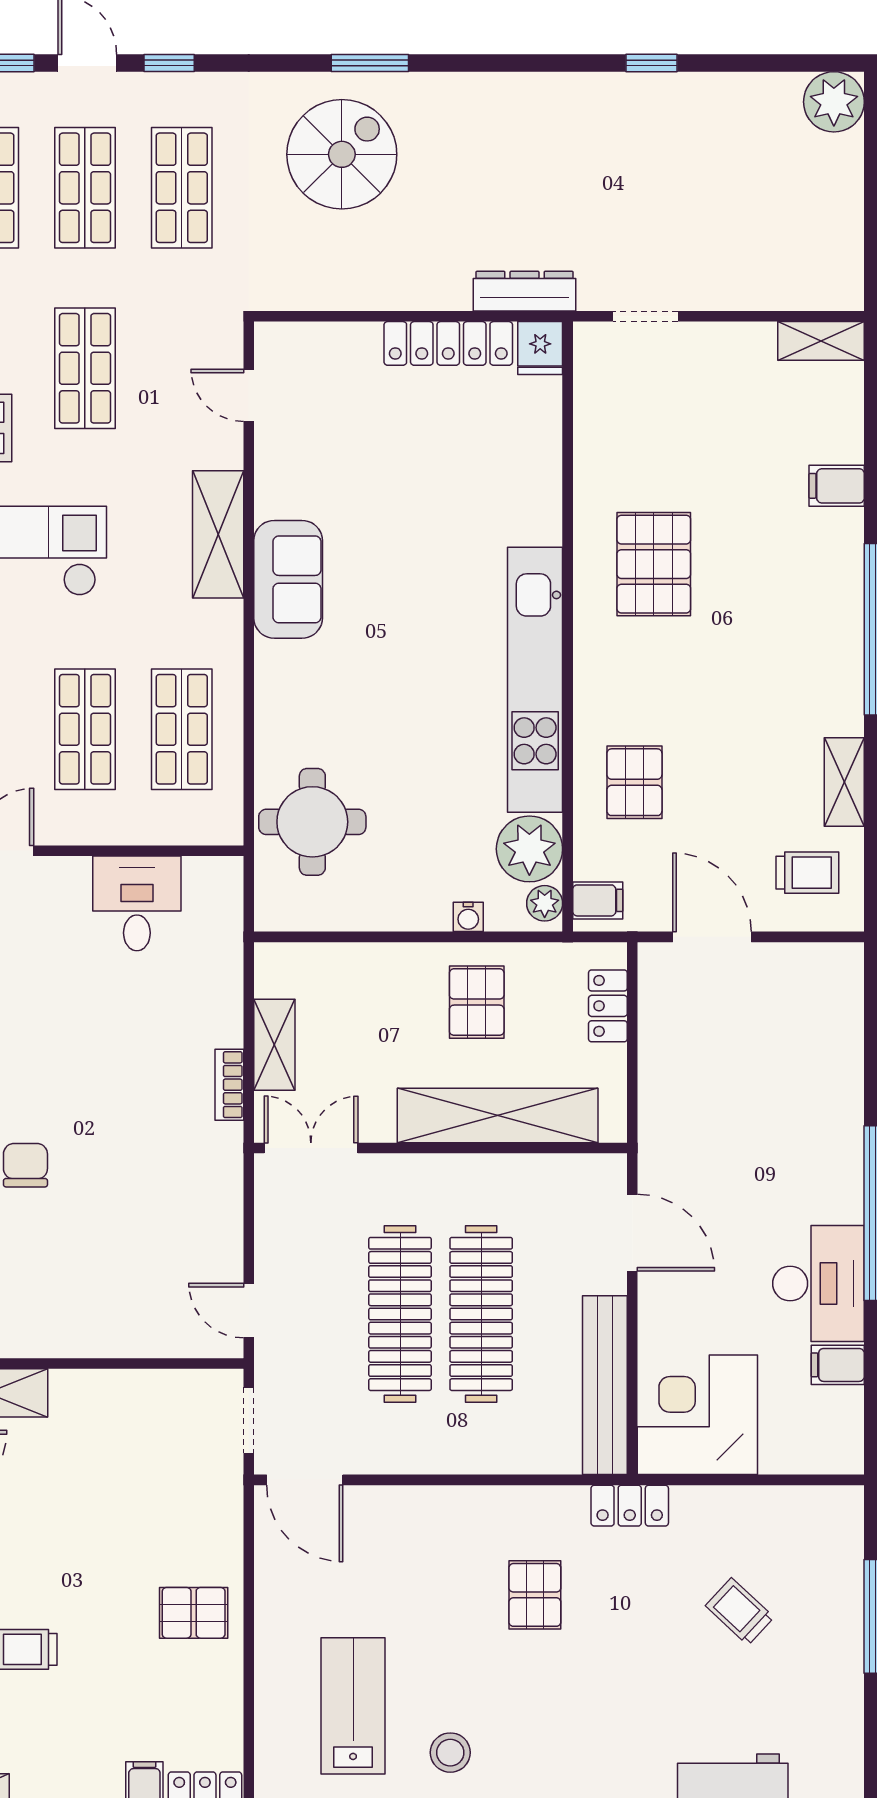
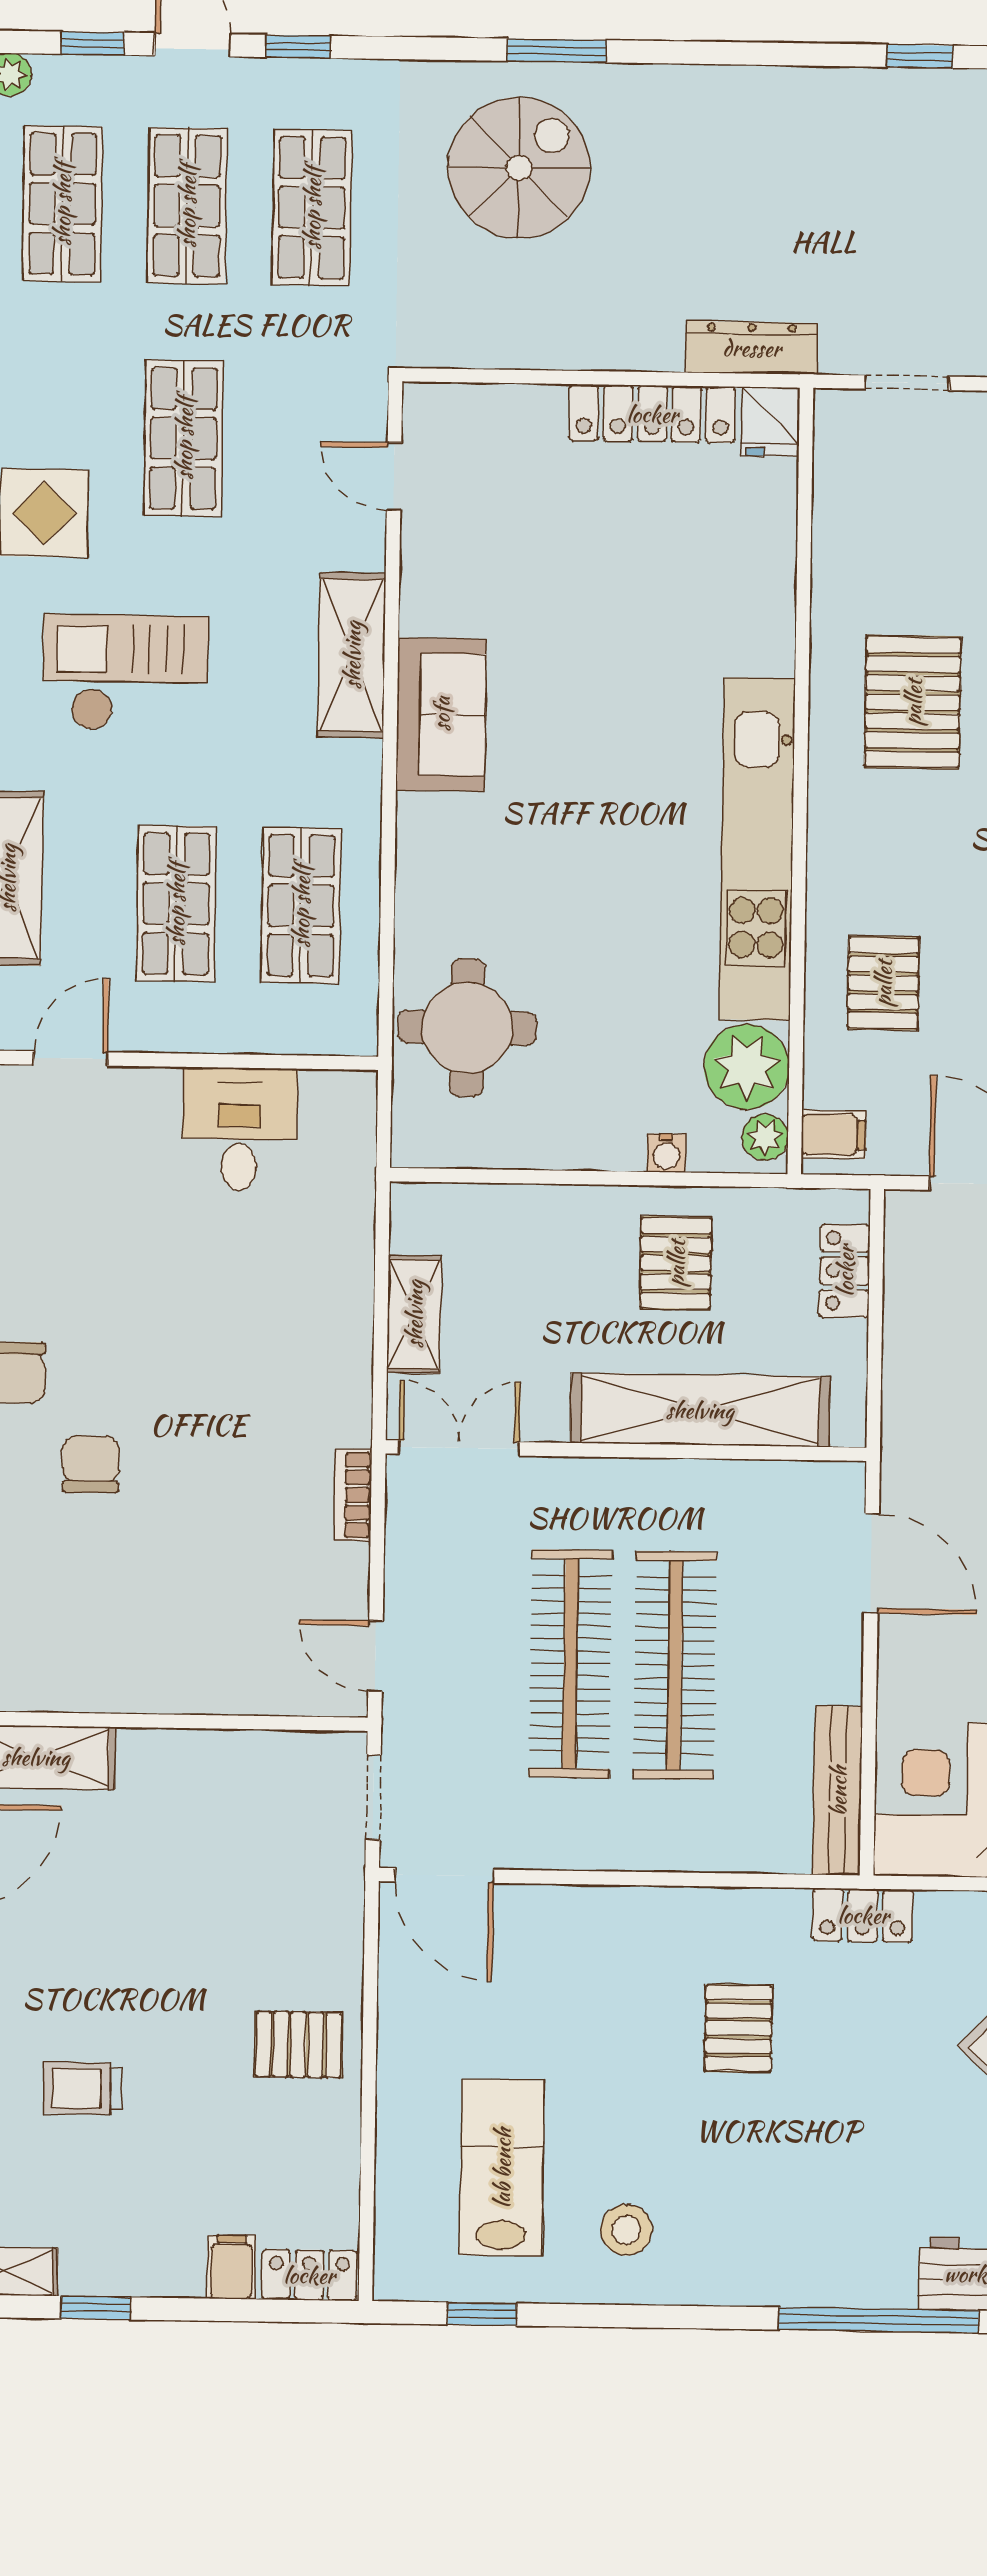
bookcase: (229, 1085) -> (353, 1495), moved
bench: (605, 1385) -> (838, 1791), width x0.73, depth x0.82

